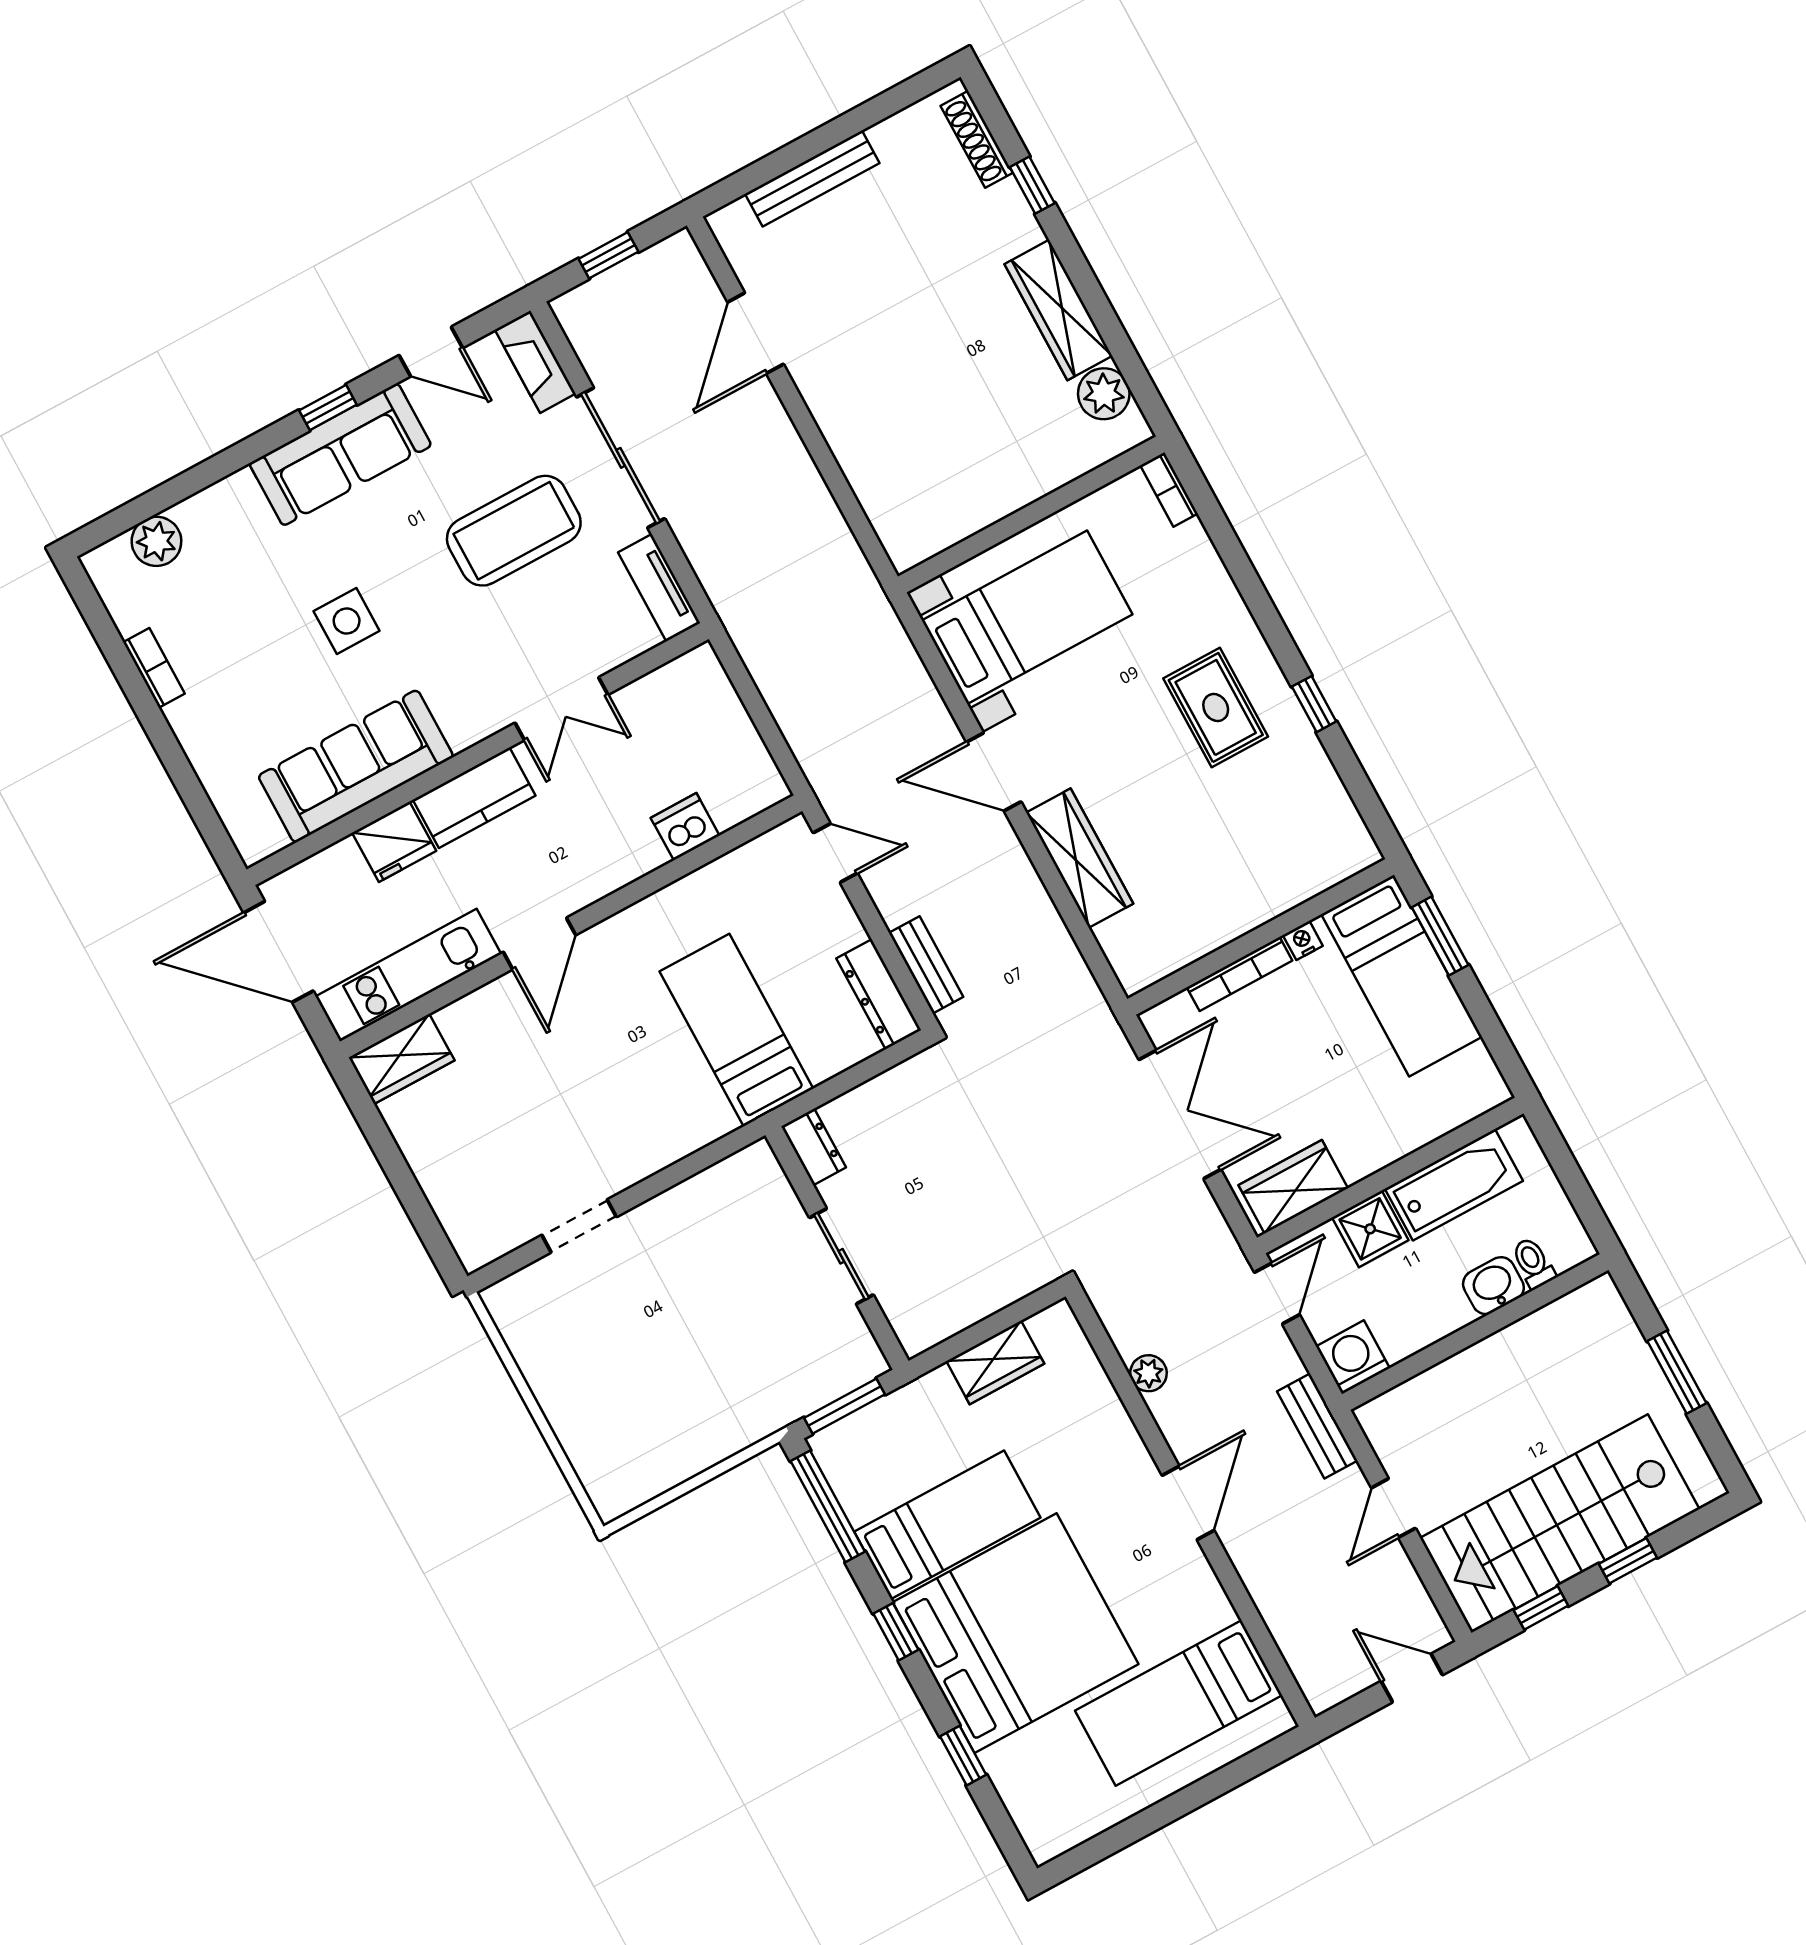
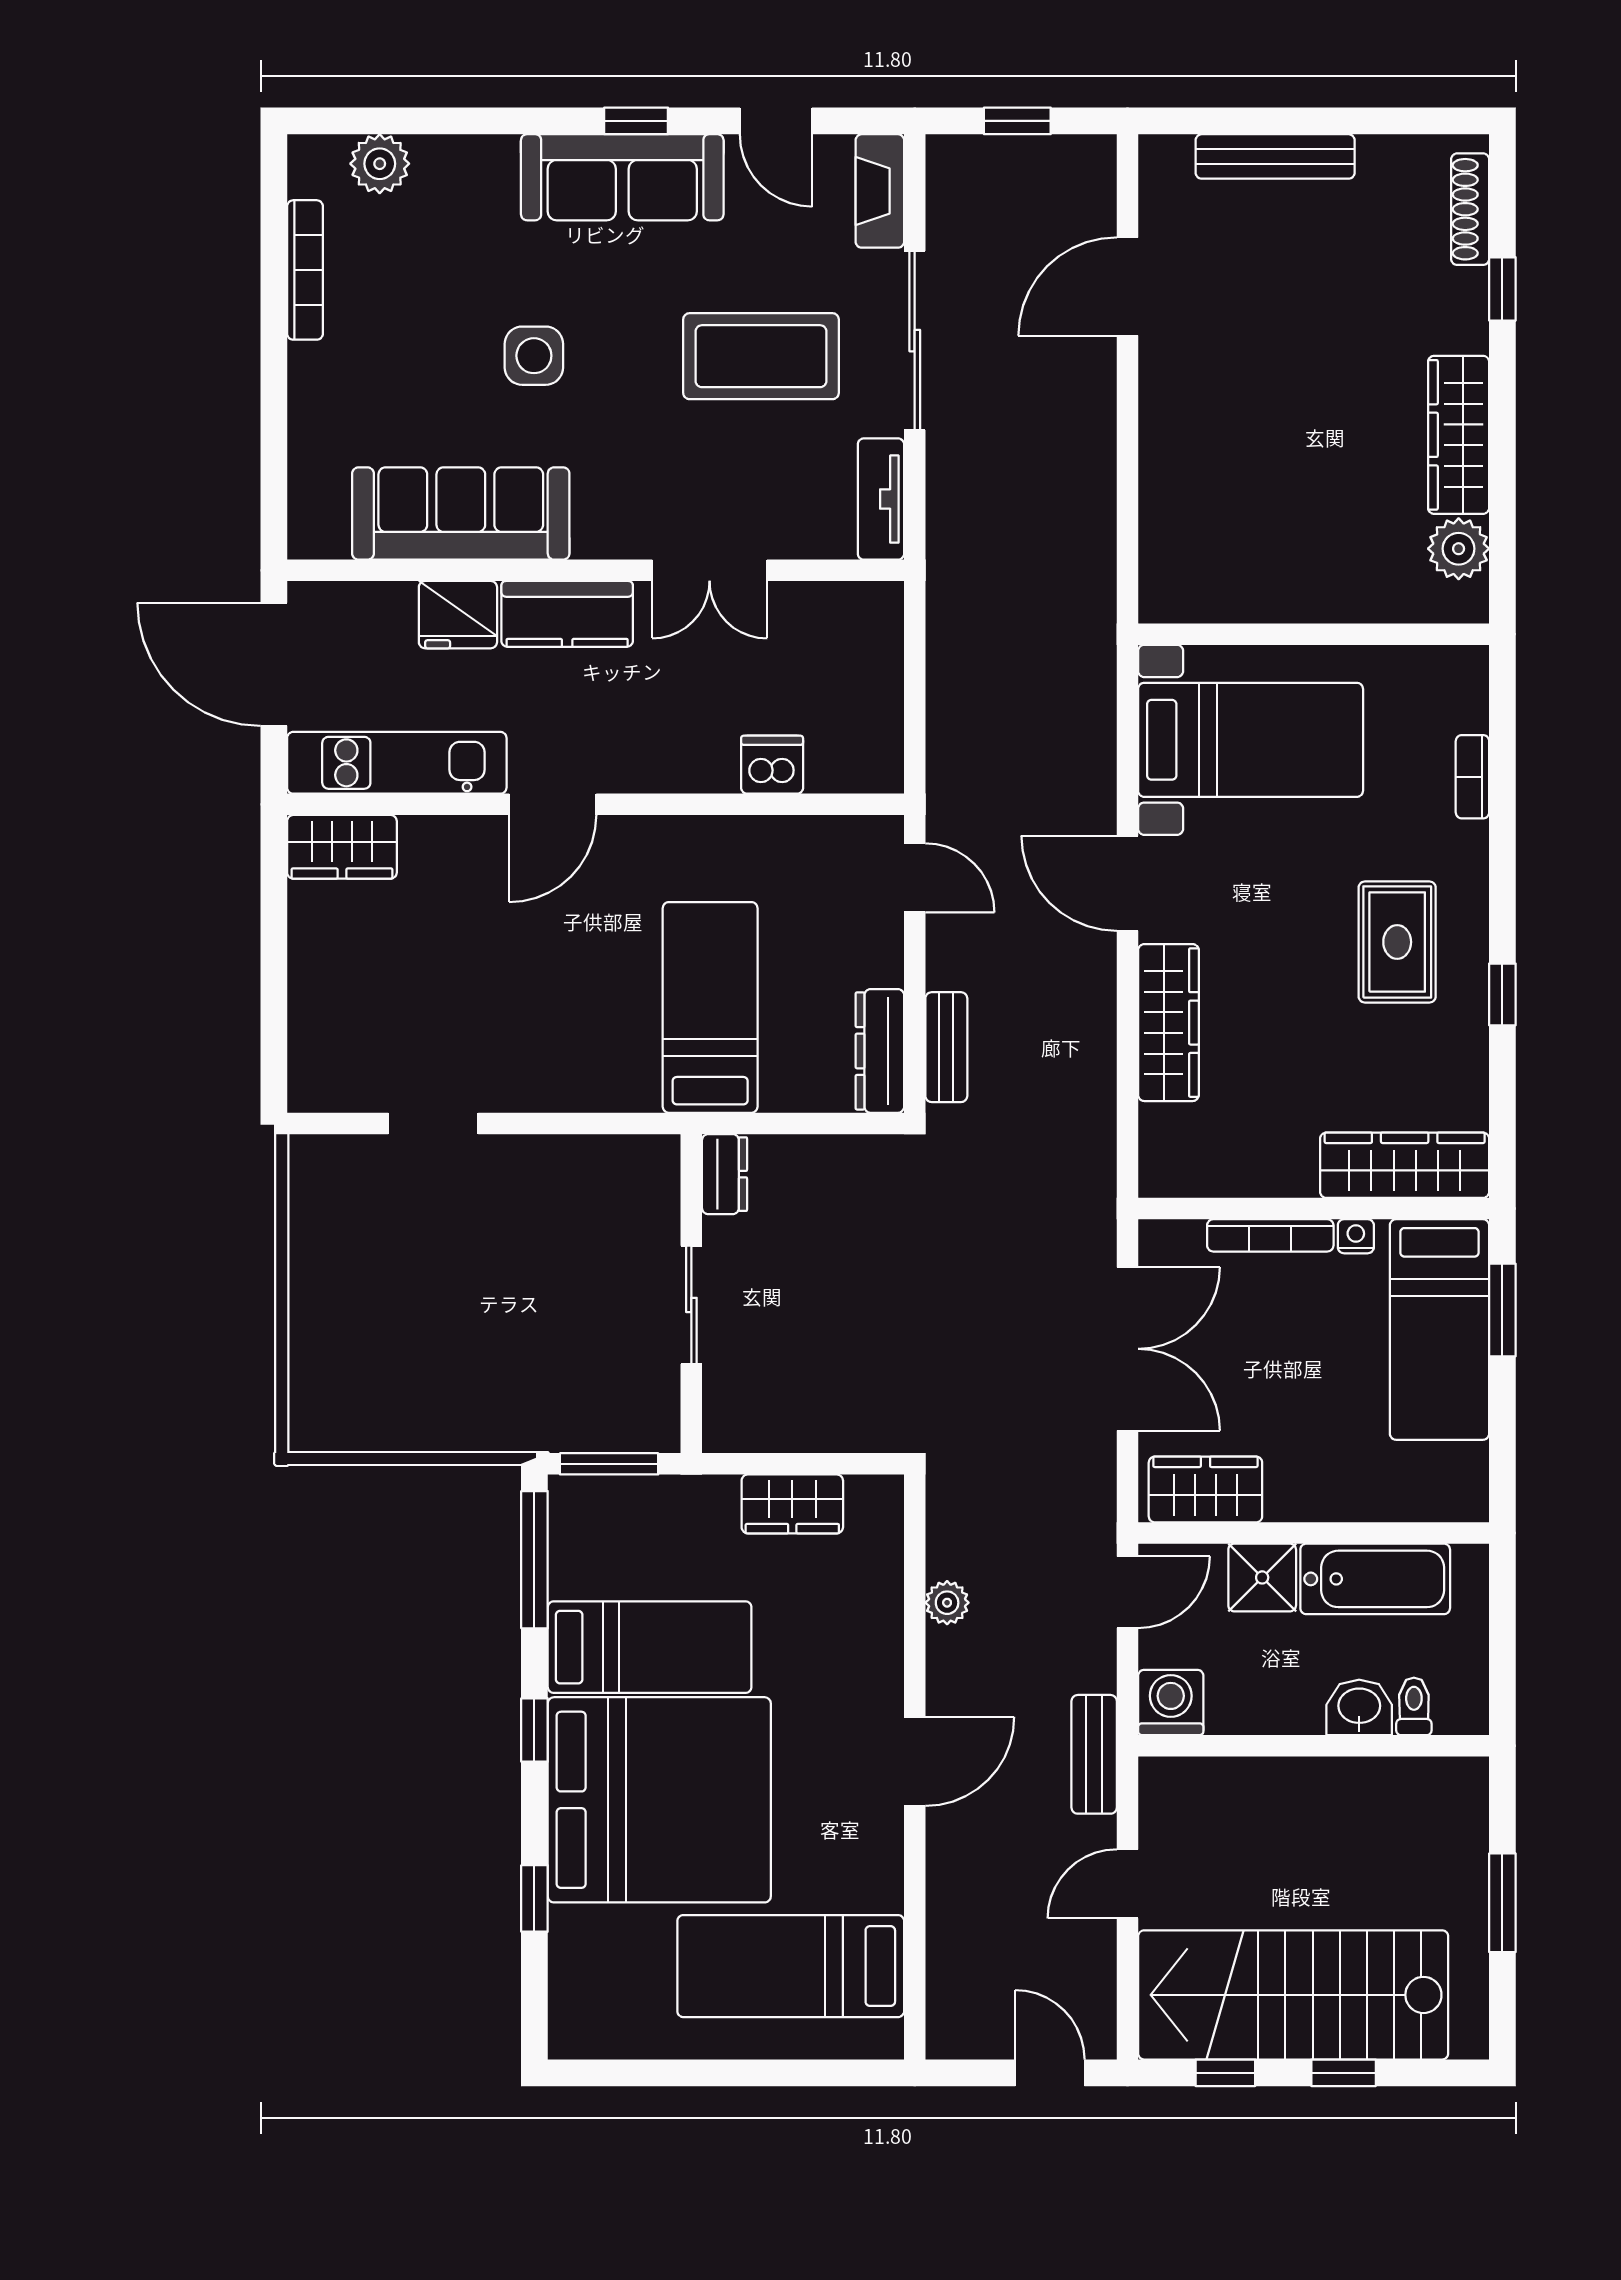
bookcase: (1169, 490) -> (1472, 777), moved
bookcase: (154, 668) -> (305, 270), width x1.56
wardrobe: (1310, 869) -> (1405, 1165), added

